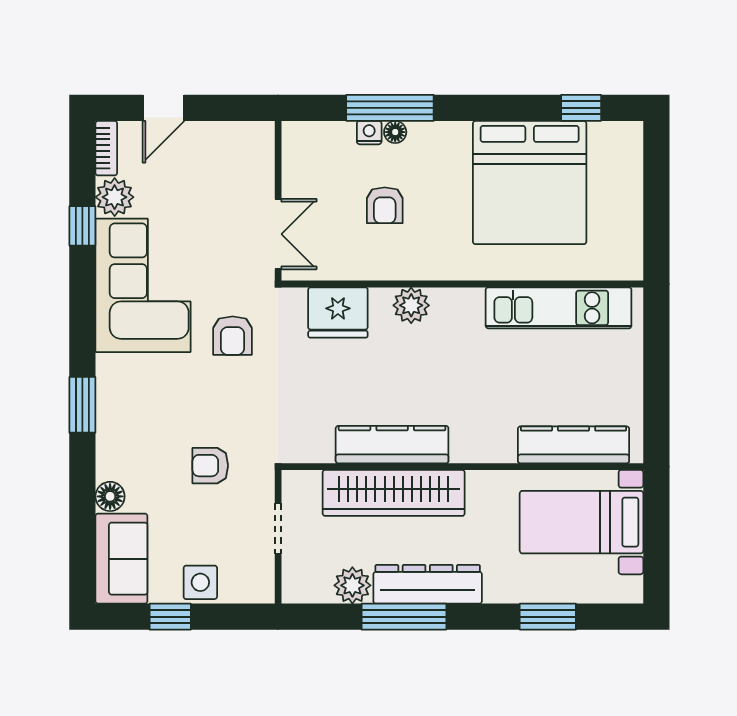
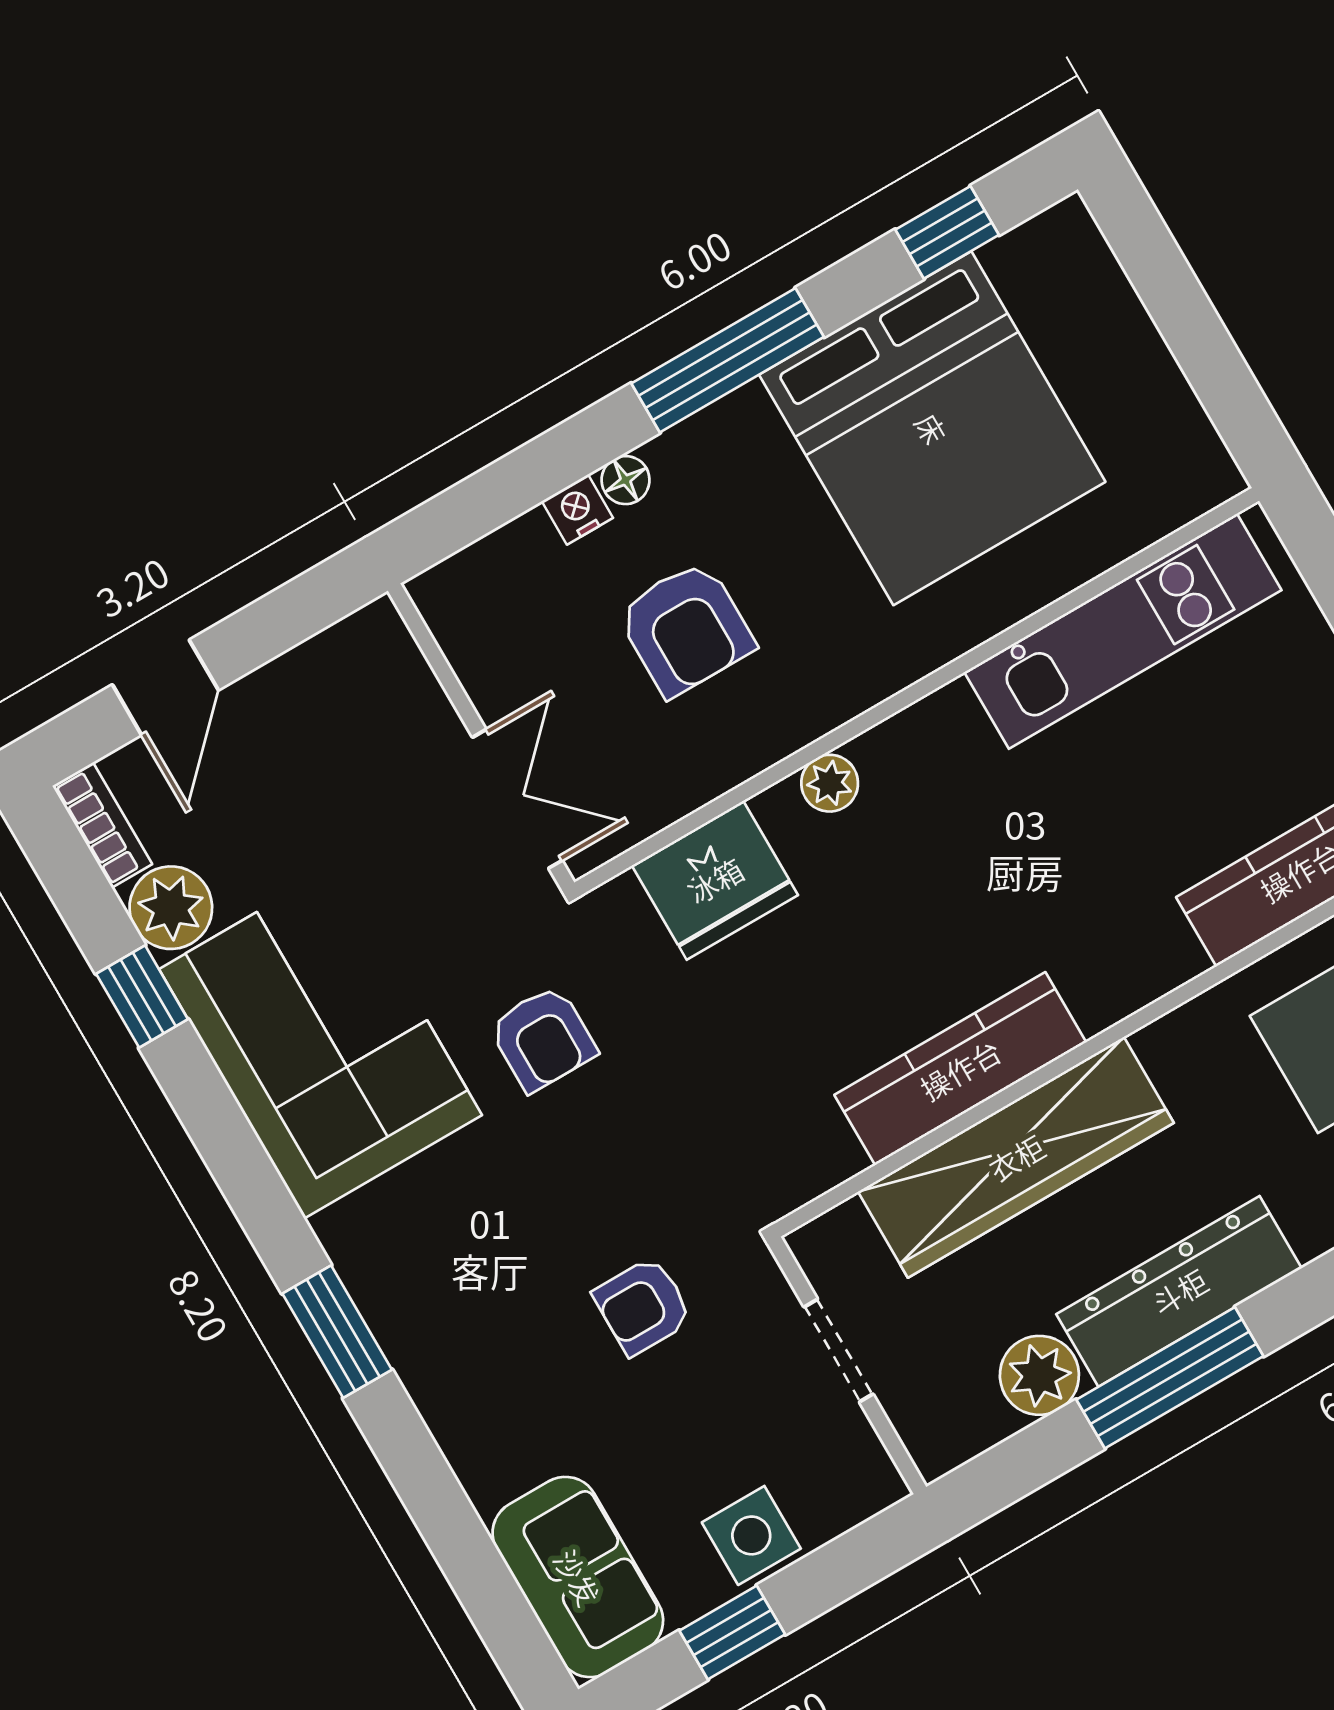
window: (390, 108) -> (728, 360), moved
armchair: (385, 205) -> (686, 629), width x1.38, depth x1.38
plant: (411, 305) -> (830, 783), width x0.73, depth x0.73
floor lamp: (110, 496) -> (489, 1473), removed

